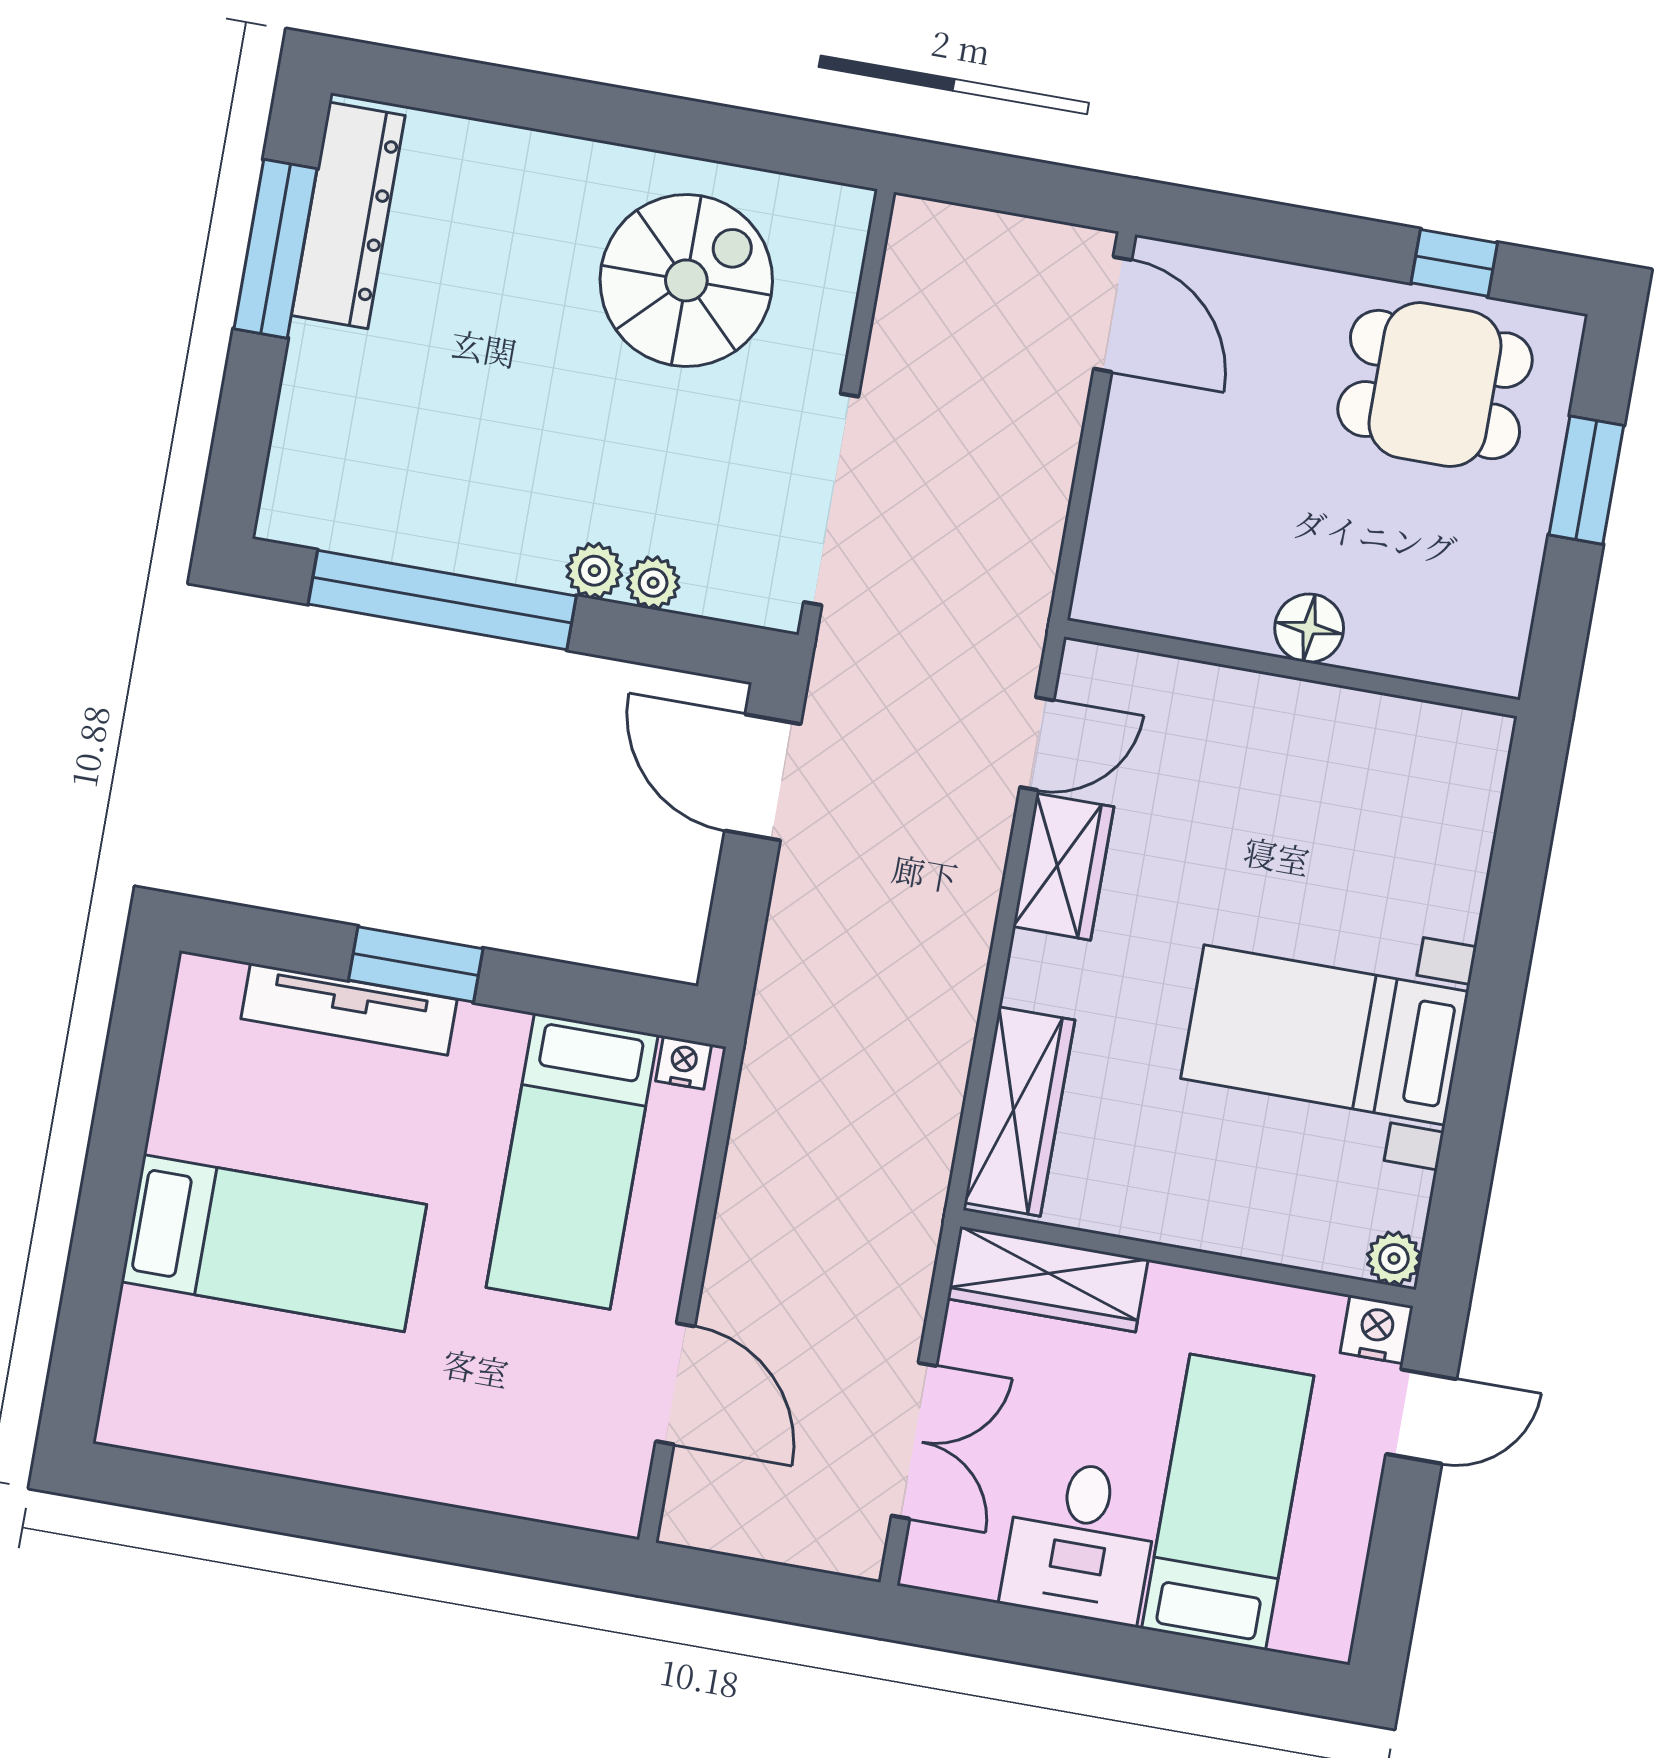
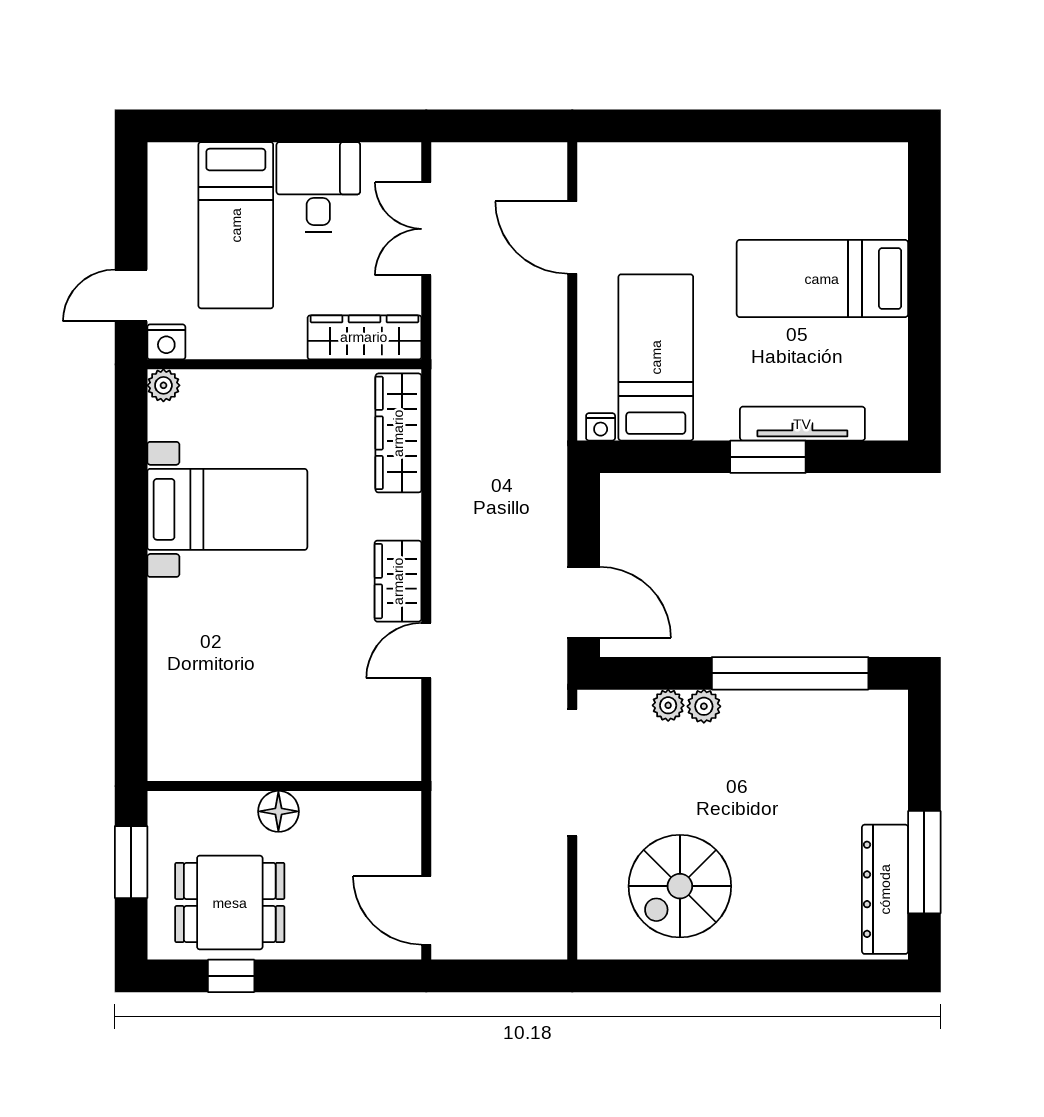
floor lamp: (1309, 628) -> (278, 811), moved
wall: (1292, 668) -> (284, 786), moved

